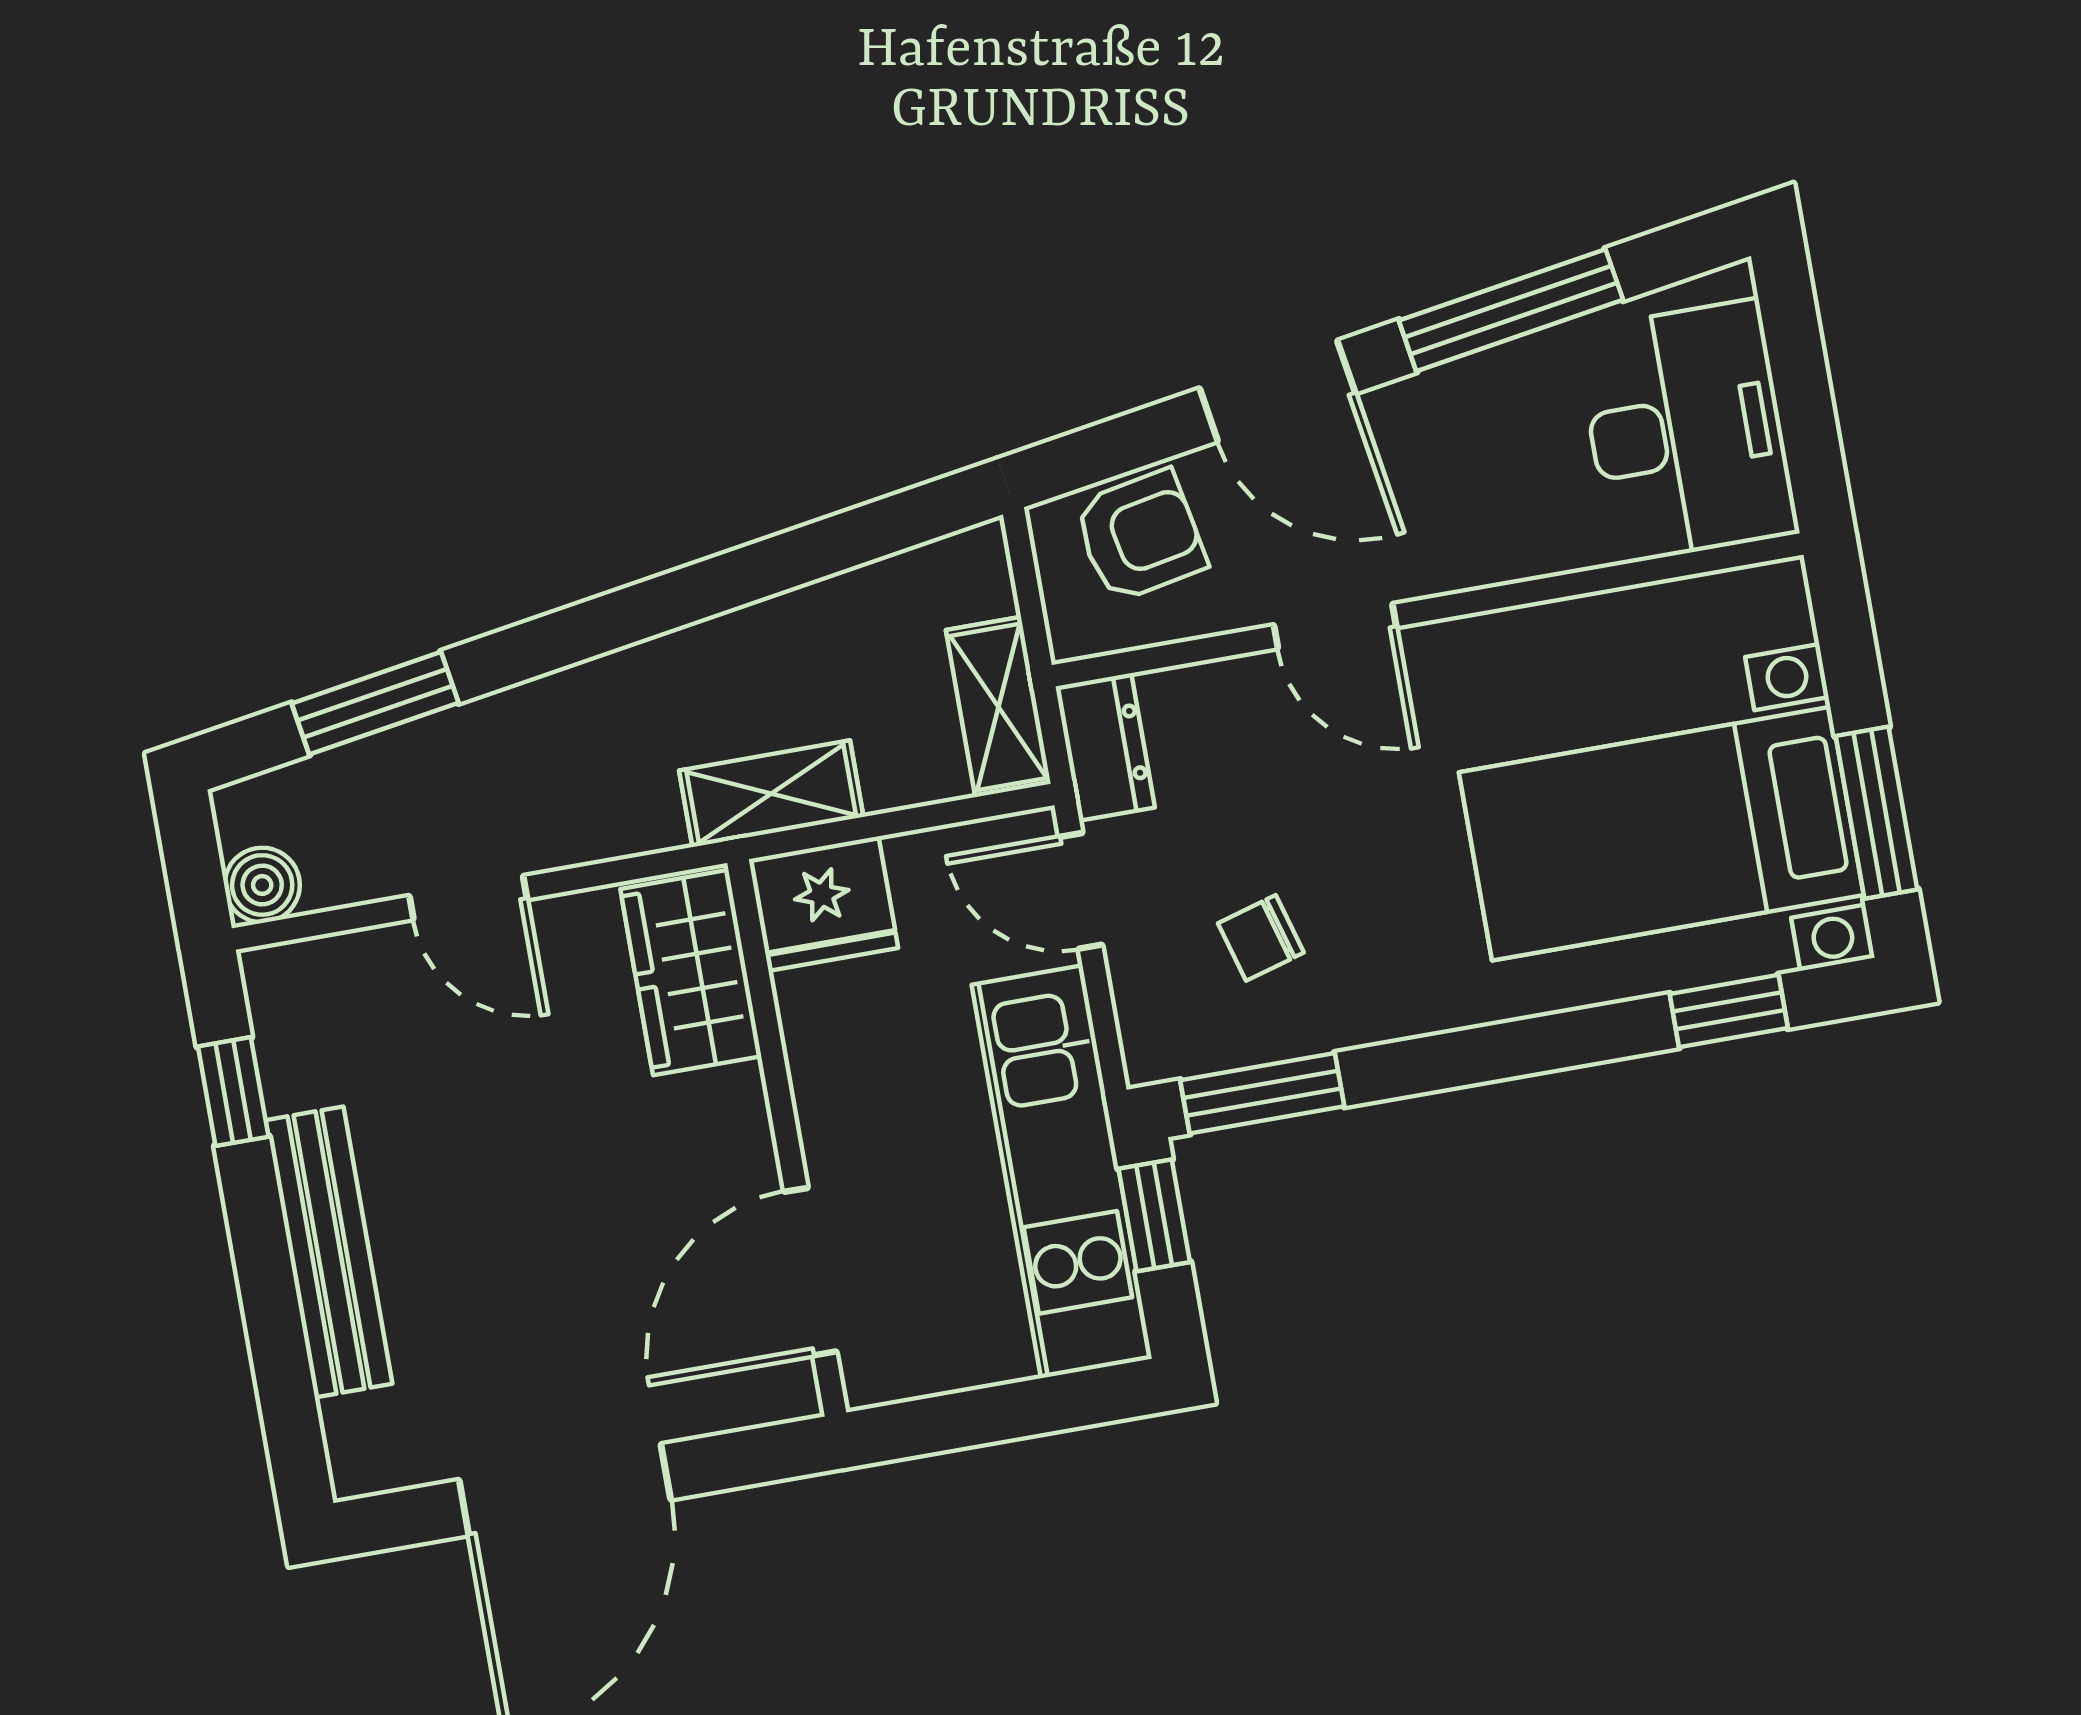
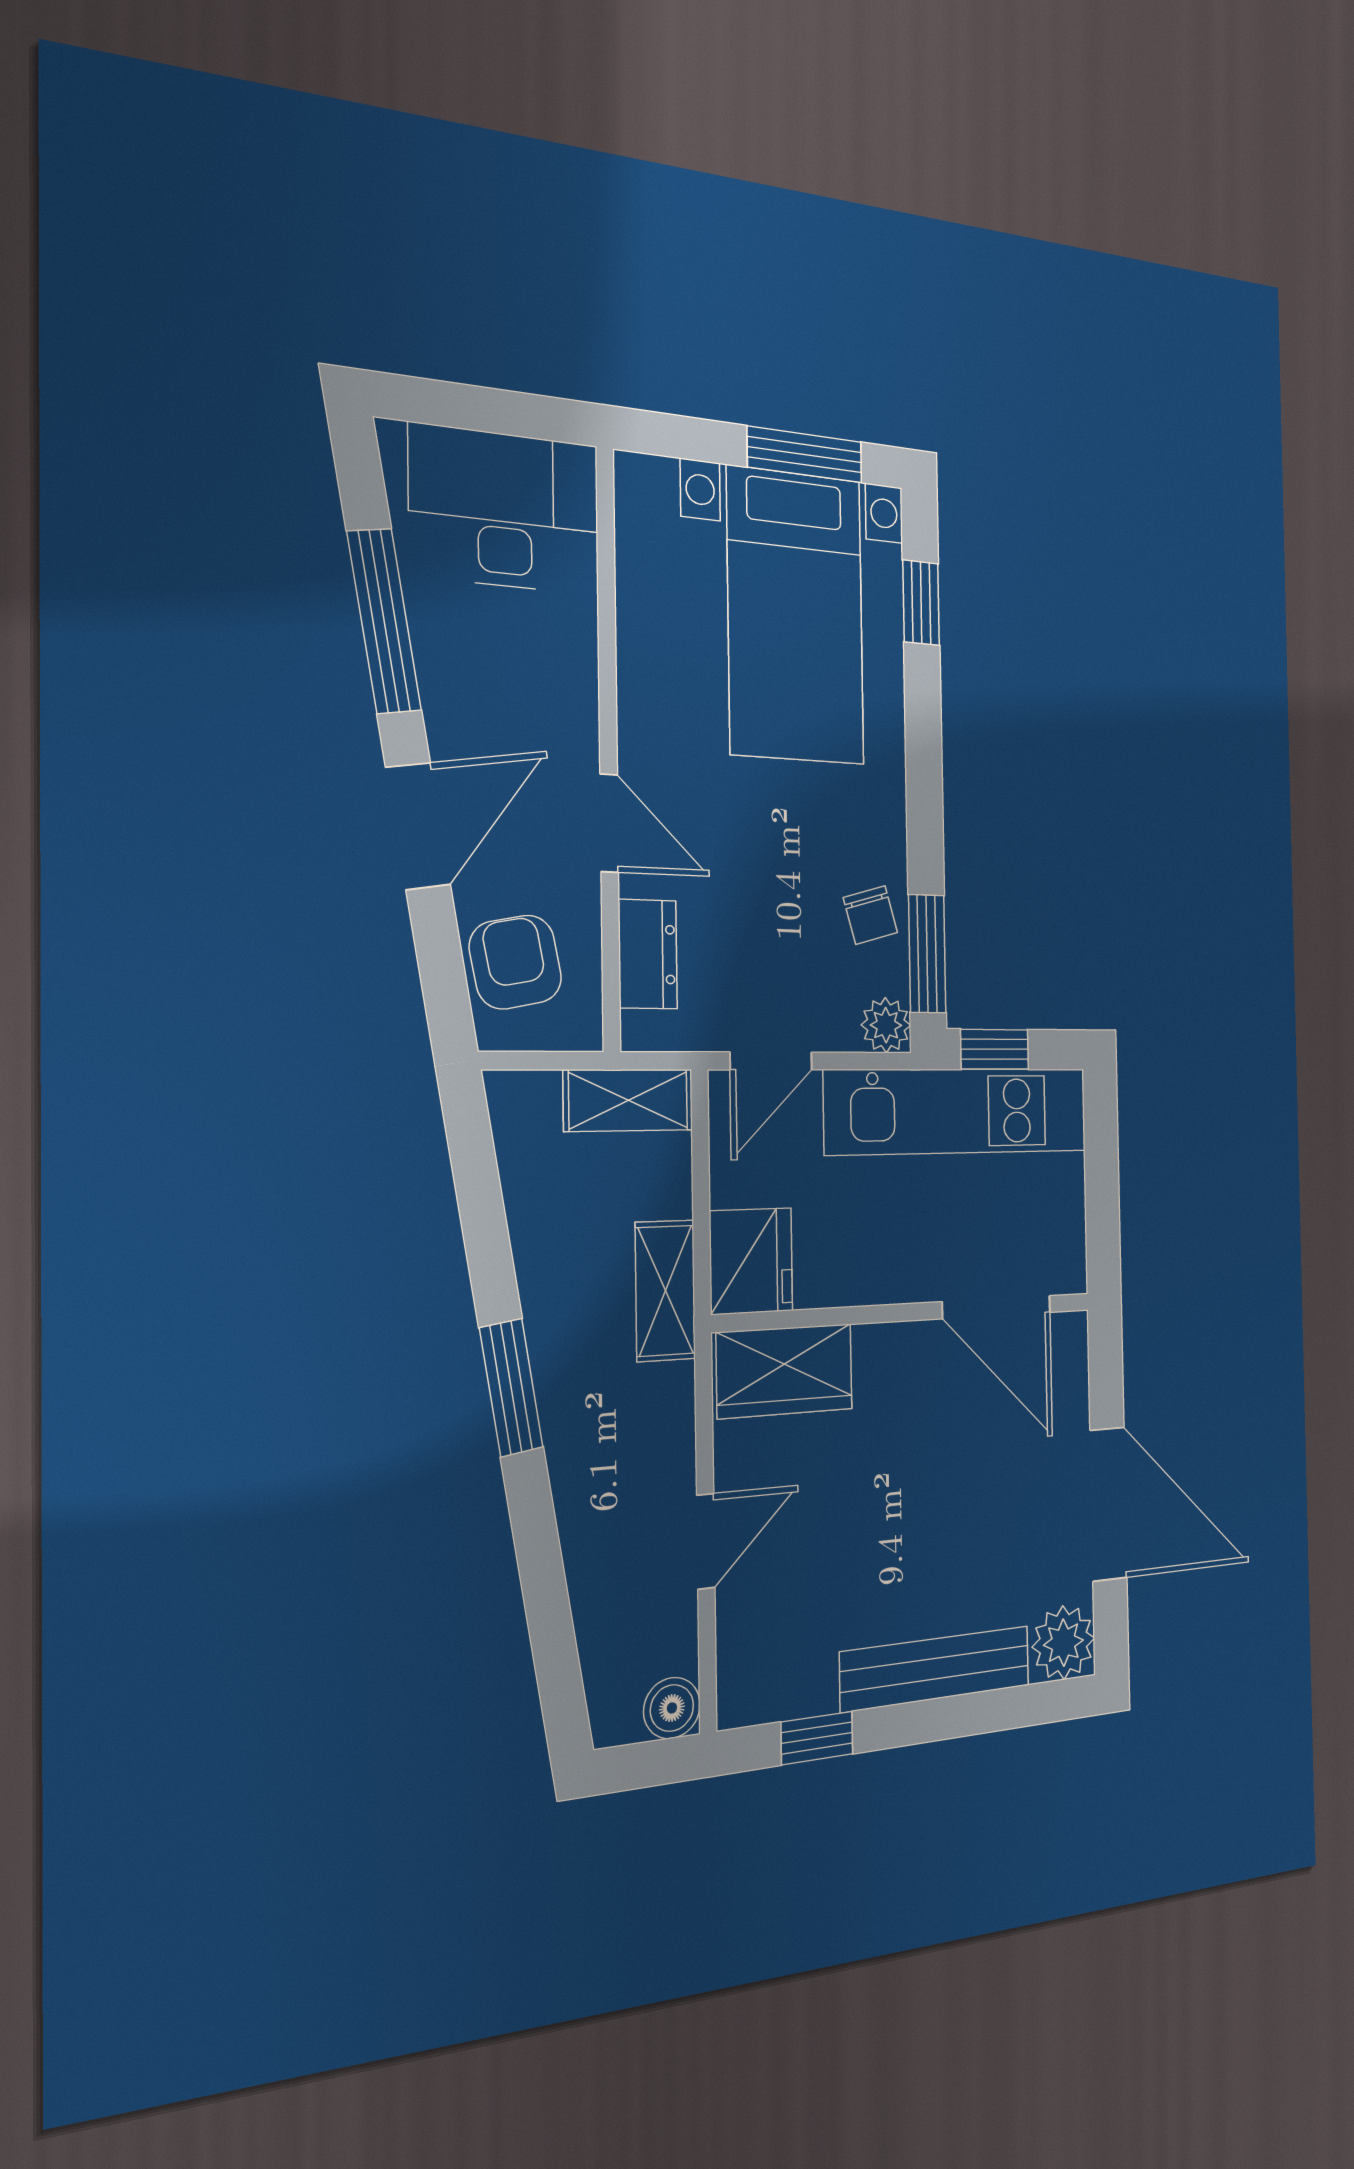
door: (1335, 626) -> (609, 823), hinge flipped
window: (375, 703) -> (511, 1388), moved
dresser: (1105, 747) -> (648, 954), moved, turned 90
chair: (1261, 938) -> (870, 915), moved
plant: (1156, 1047) -> (886, 1025), added
plant: (374, 1445) -> (1063, 1643), added

